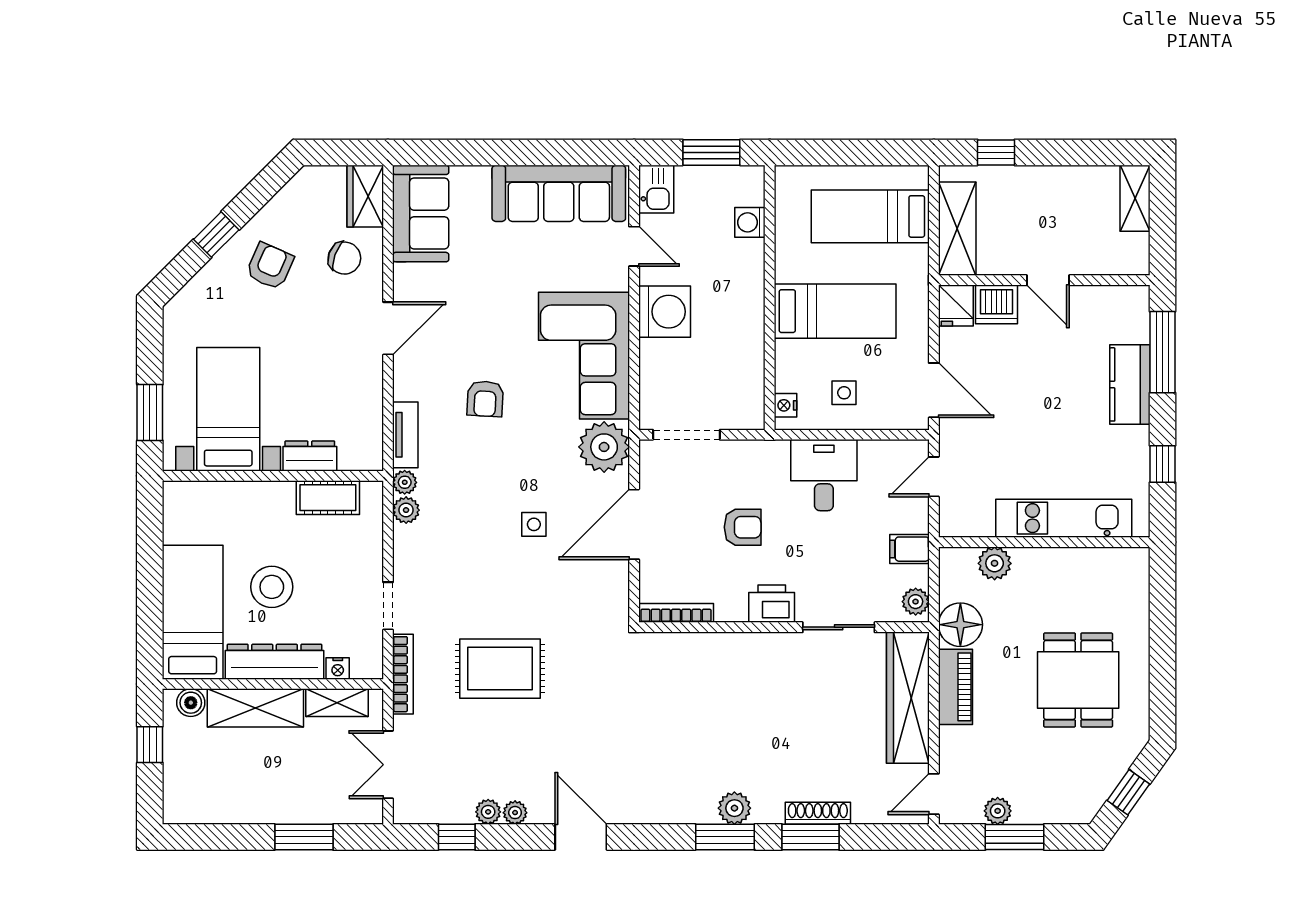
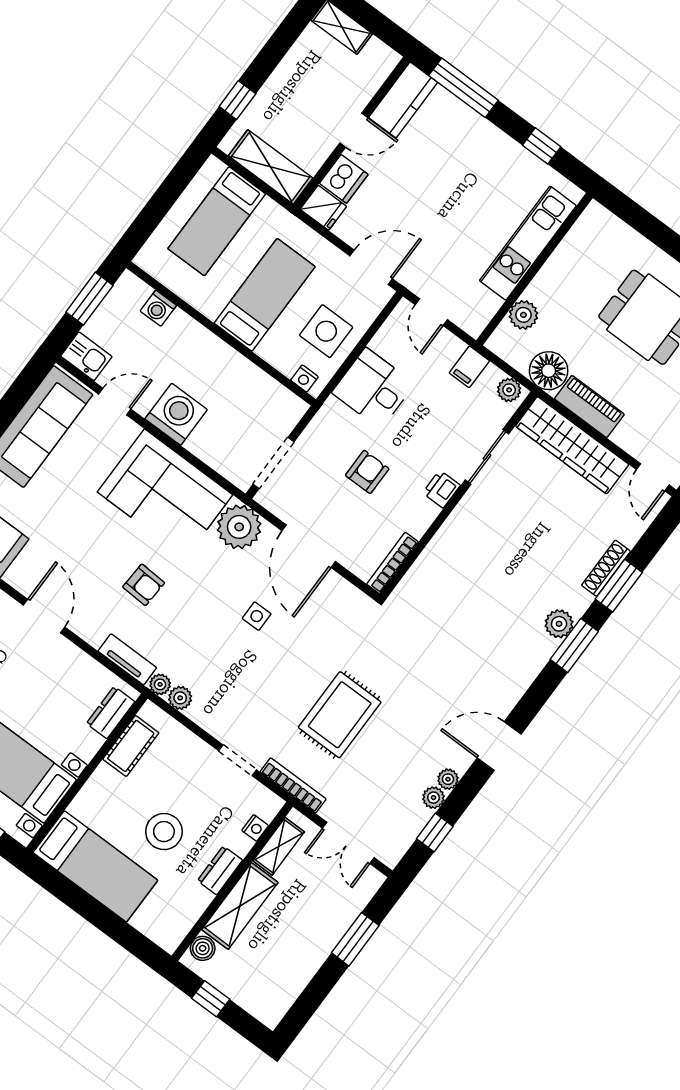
kitchen counter: (1130, 384) -> (403, 100), moved, turned -90
side table: (844, 393) -> (326, 331), width x1.87, depth x1.87
dresser: (310, 456) -> (111, 713), moved
printer: (772, 604) -> (441, 489), width x0.73, depth x0.81
bed: (193, 612) -> (95, 866), moved, turned 180
dresser: (275, 662) -> (220, 870), width x0.51, depth x0.80

